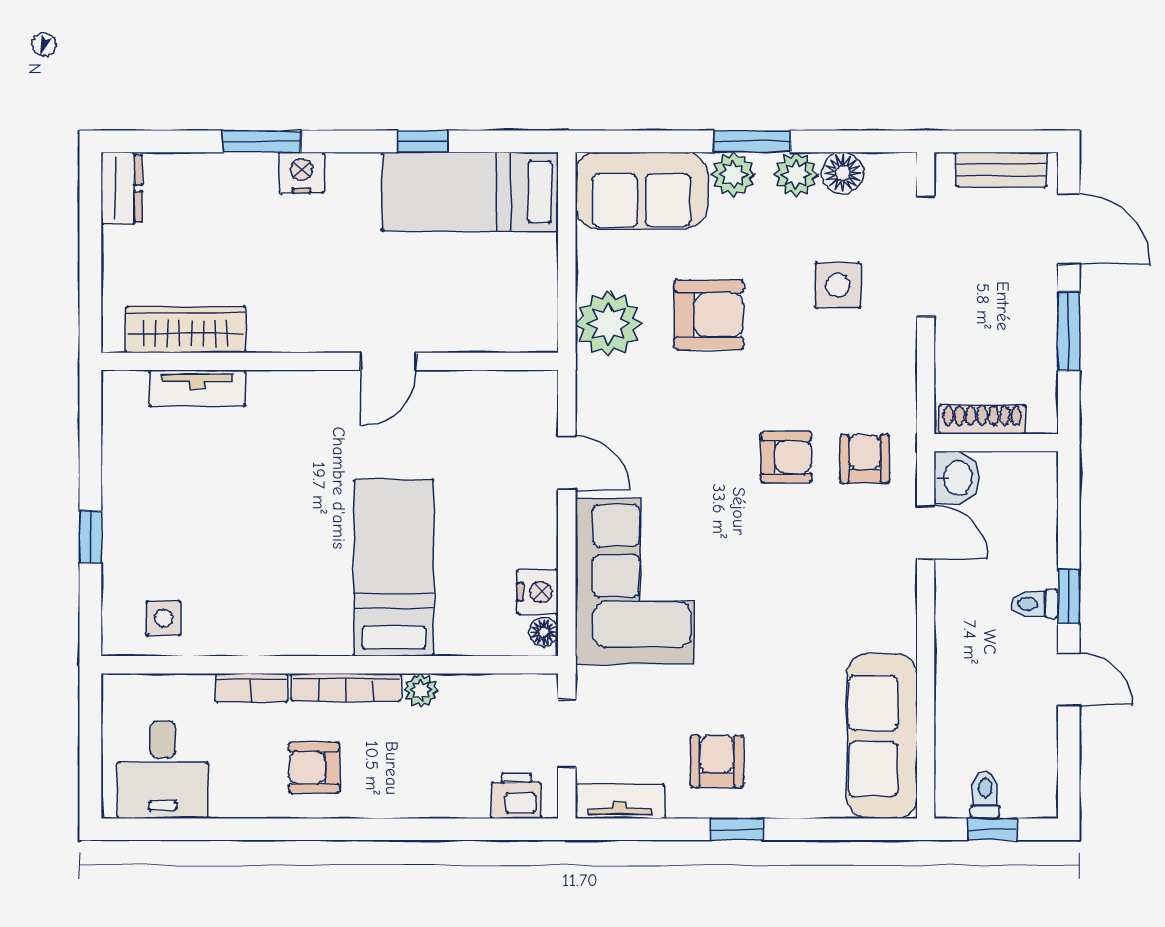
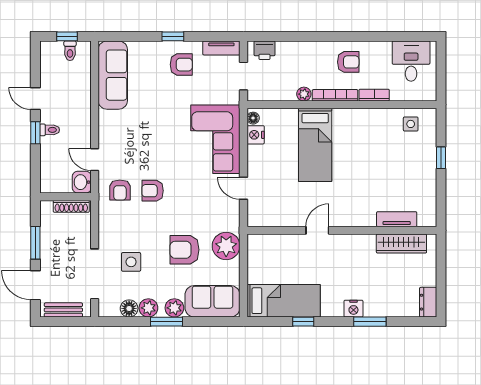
armchair: (717, 761) -> (181, 65), turned -90

